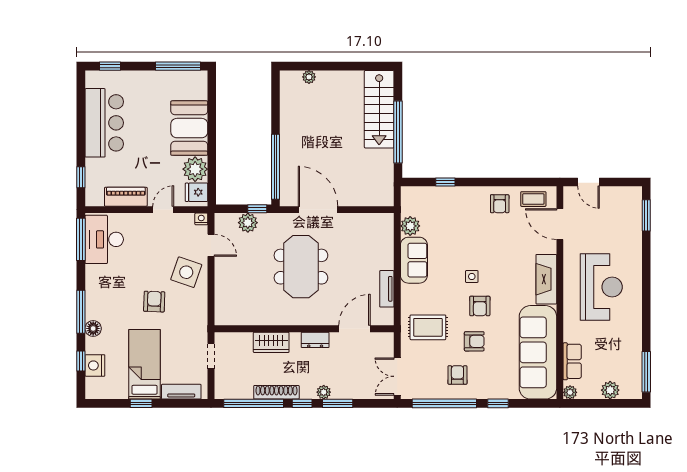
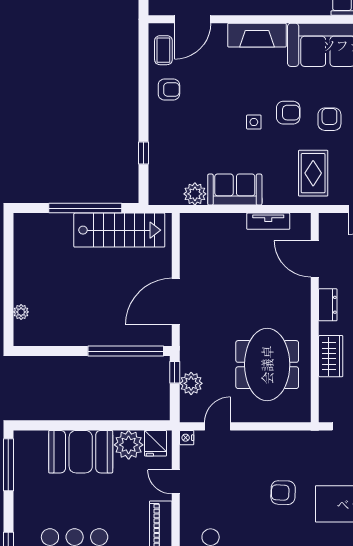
stairs: (379, 109) -> (119, 230), moved
meeting table: (301, 267) -> (267, 365), moved, turned 90
side table: (186, 272) -> (249, 455), removed

